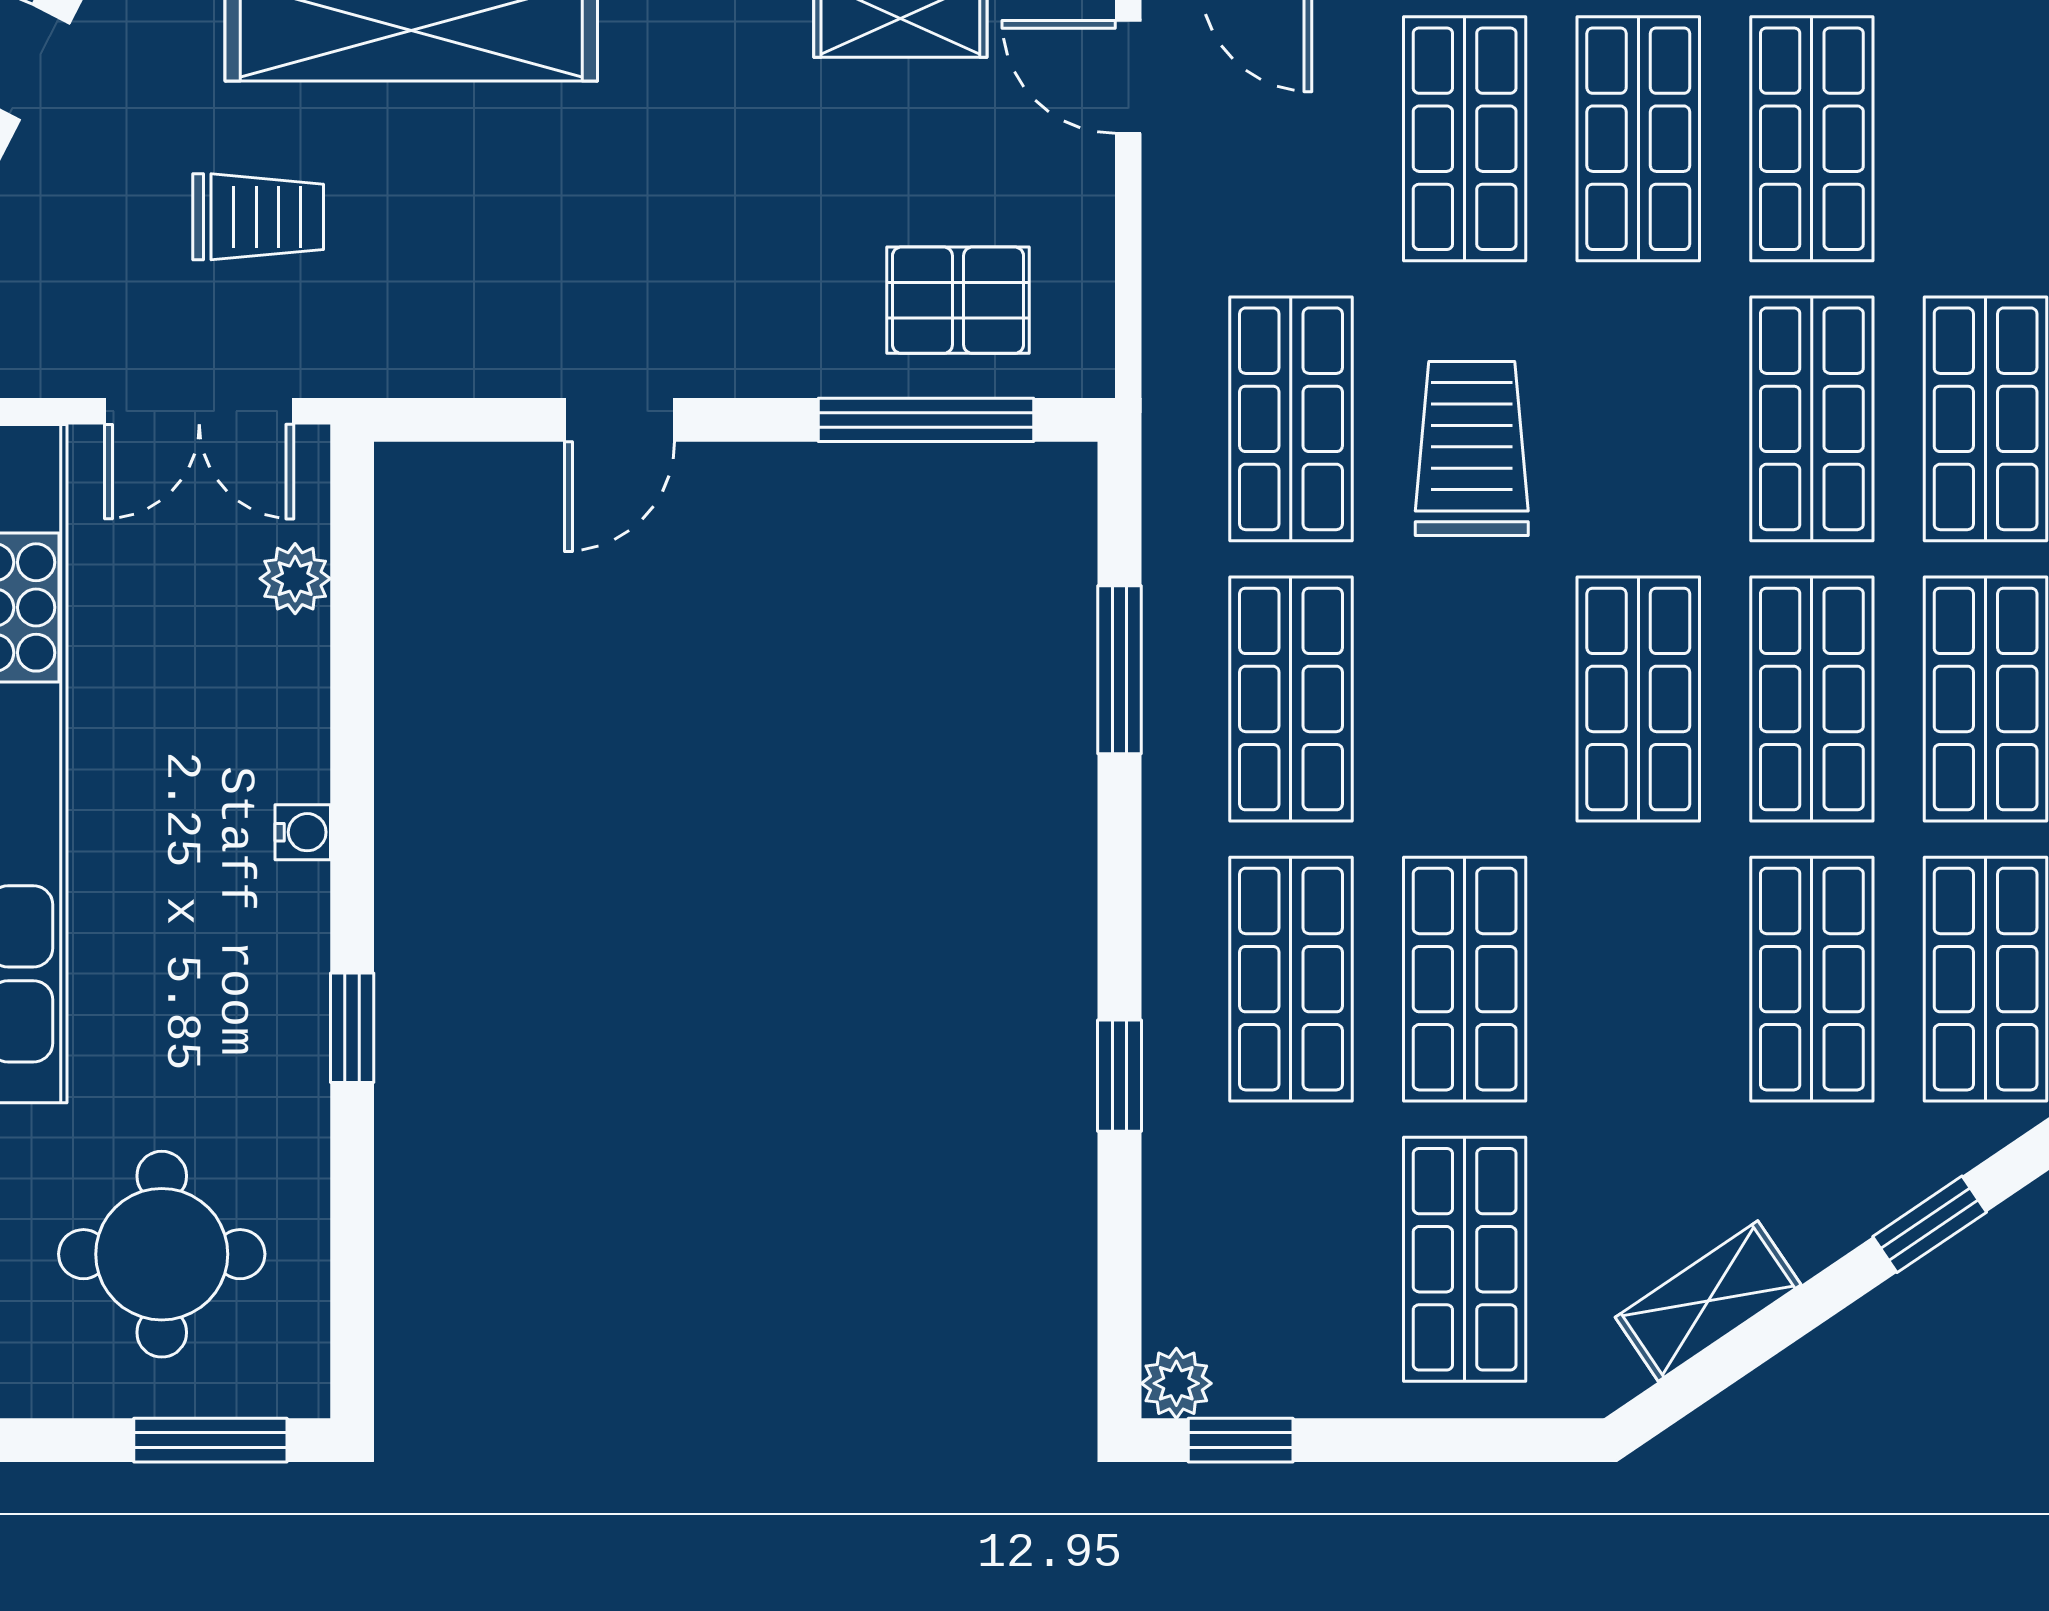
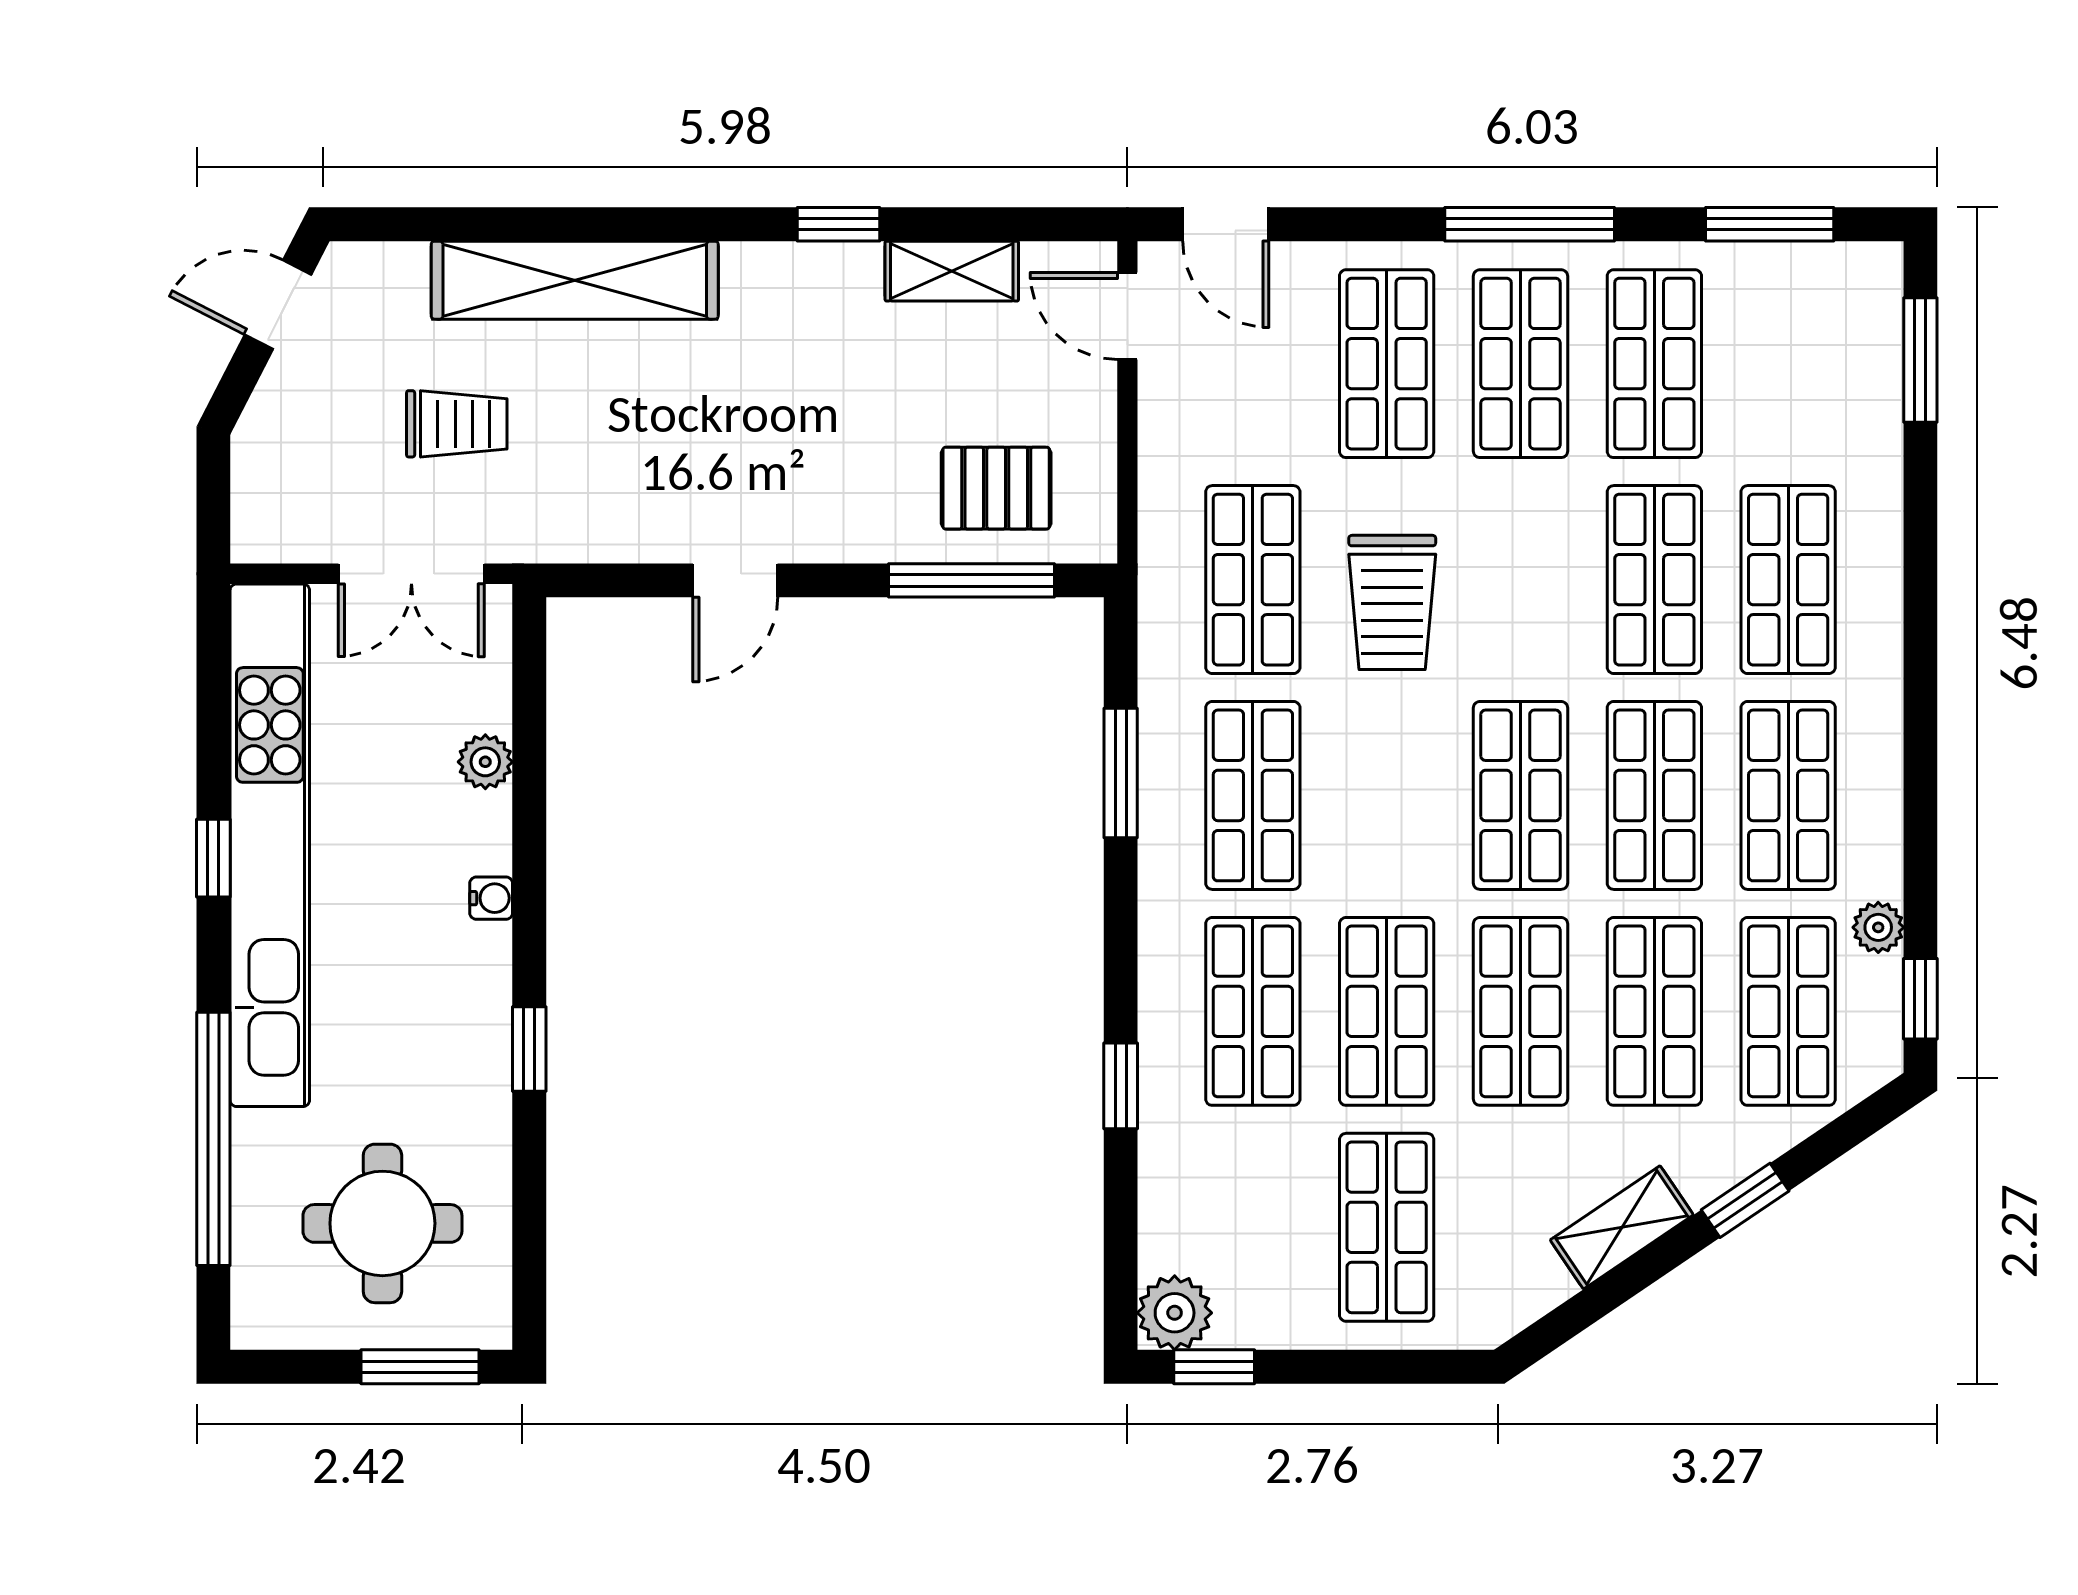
trolley: (1472, 448) -> (1392, 602), turned 180
plant: (295, 579) -> (485, 762), moved
shop shelf: (1638, 979) -> (1521, 1011), added
shelving: (1708, 1301) -> (1622, 1227), moved
plant: (1176, 1383) -> (1175, 1313), width x1.38, depth x1.38

